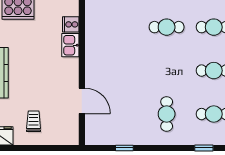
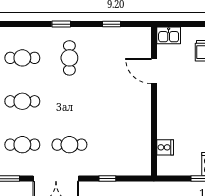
kitchen sink: (70, 45) -> (169, 35), moved, turned 90
window: (204, 148) -> (61, 24), moved

